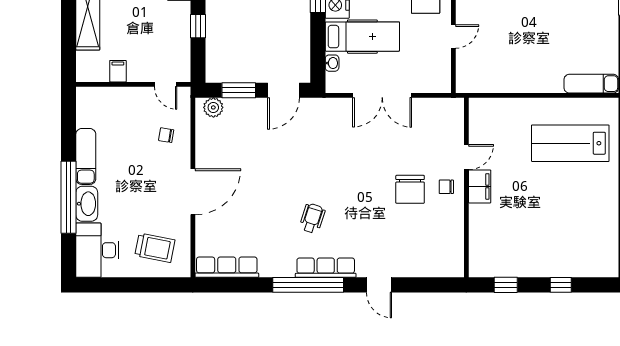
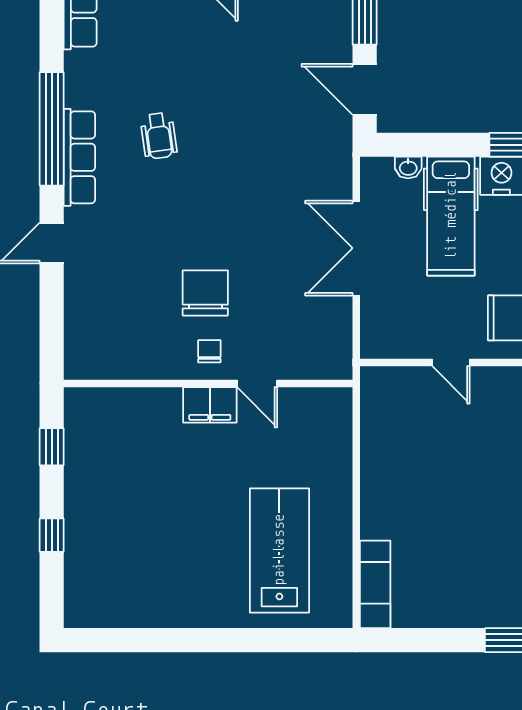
chair: (410, 189) -> (205, 293), turned 90
wheelchair: (312, 218) -> (159, 136), turned 64

